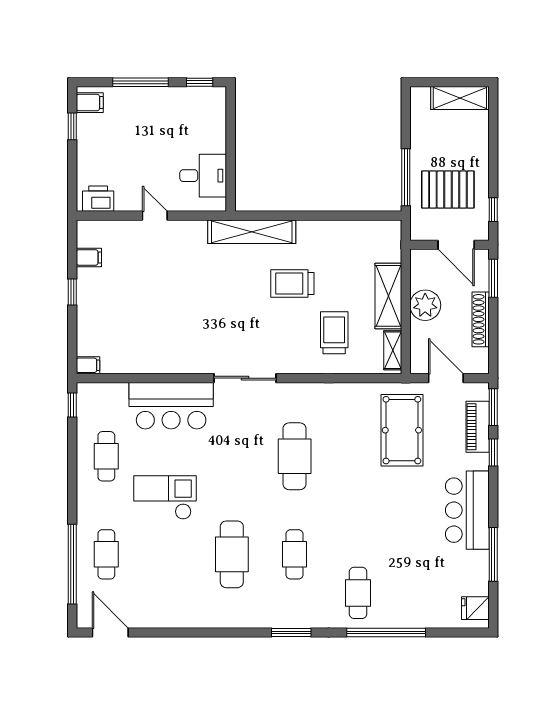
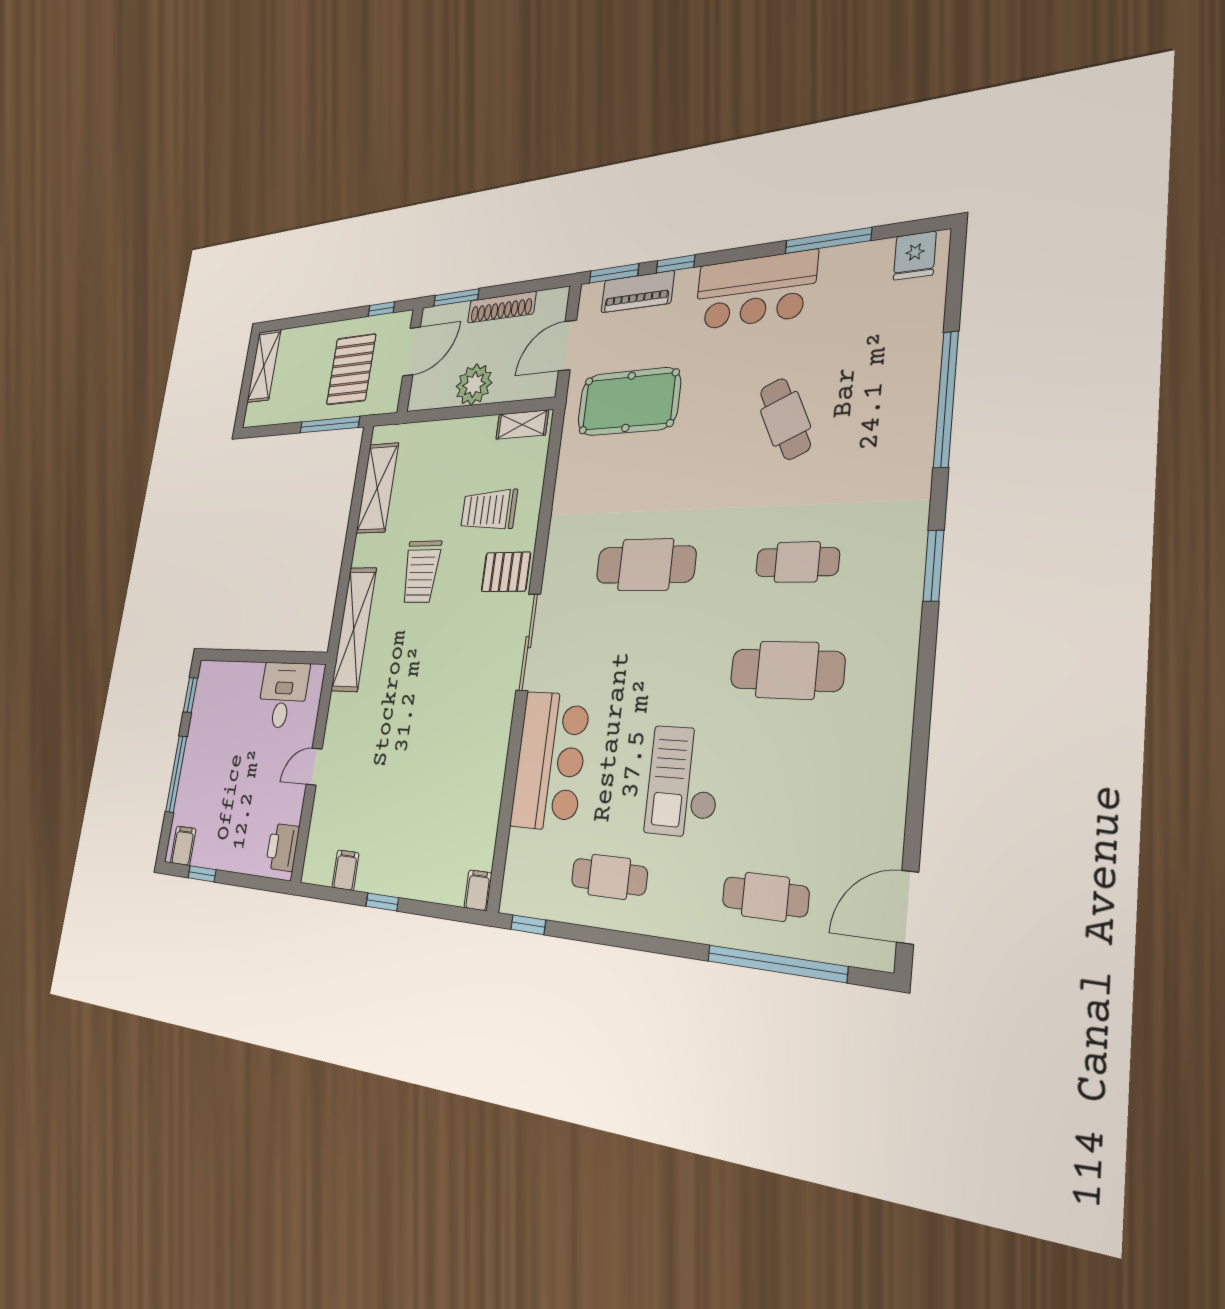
shelving: (388, 296) -> (377, 488), moved, turned 90
pallet: (291, 353) -> (506, 572), added
cafe table: (358, 593) -> (785, 419), moved, turned 65

